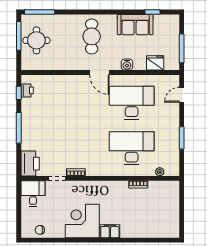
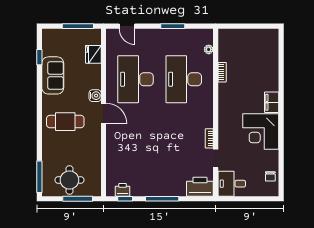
window: (19, 36) -> (78, 199), moved
water cooler: (127, 65) -> (95, 96), moved
door: (99, 73) -> (104, 113), hinge flipped

